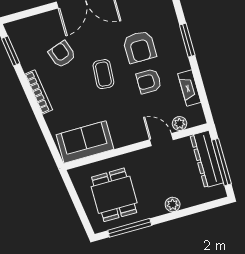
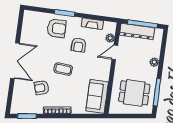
armchair: (140, 47) -> (57, 28), moved

